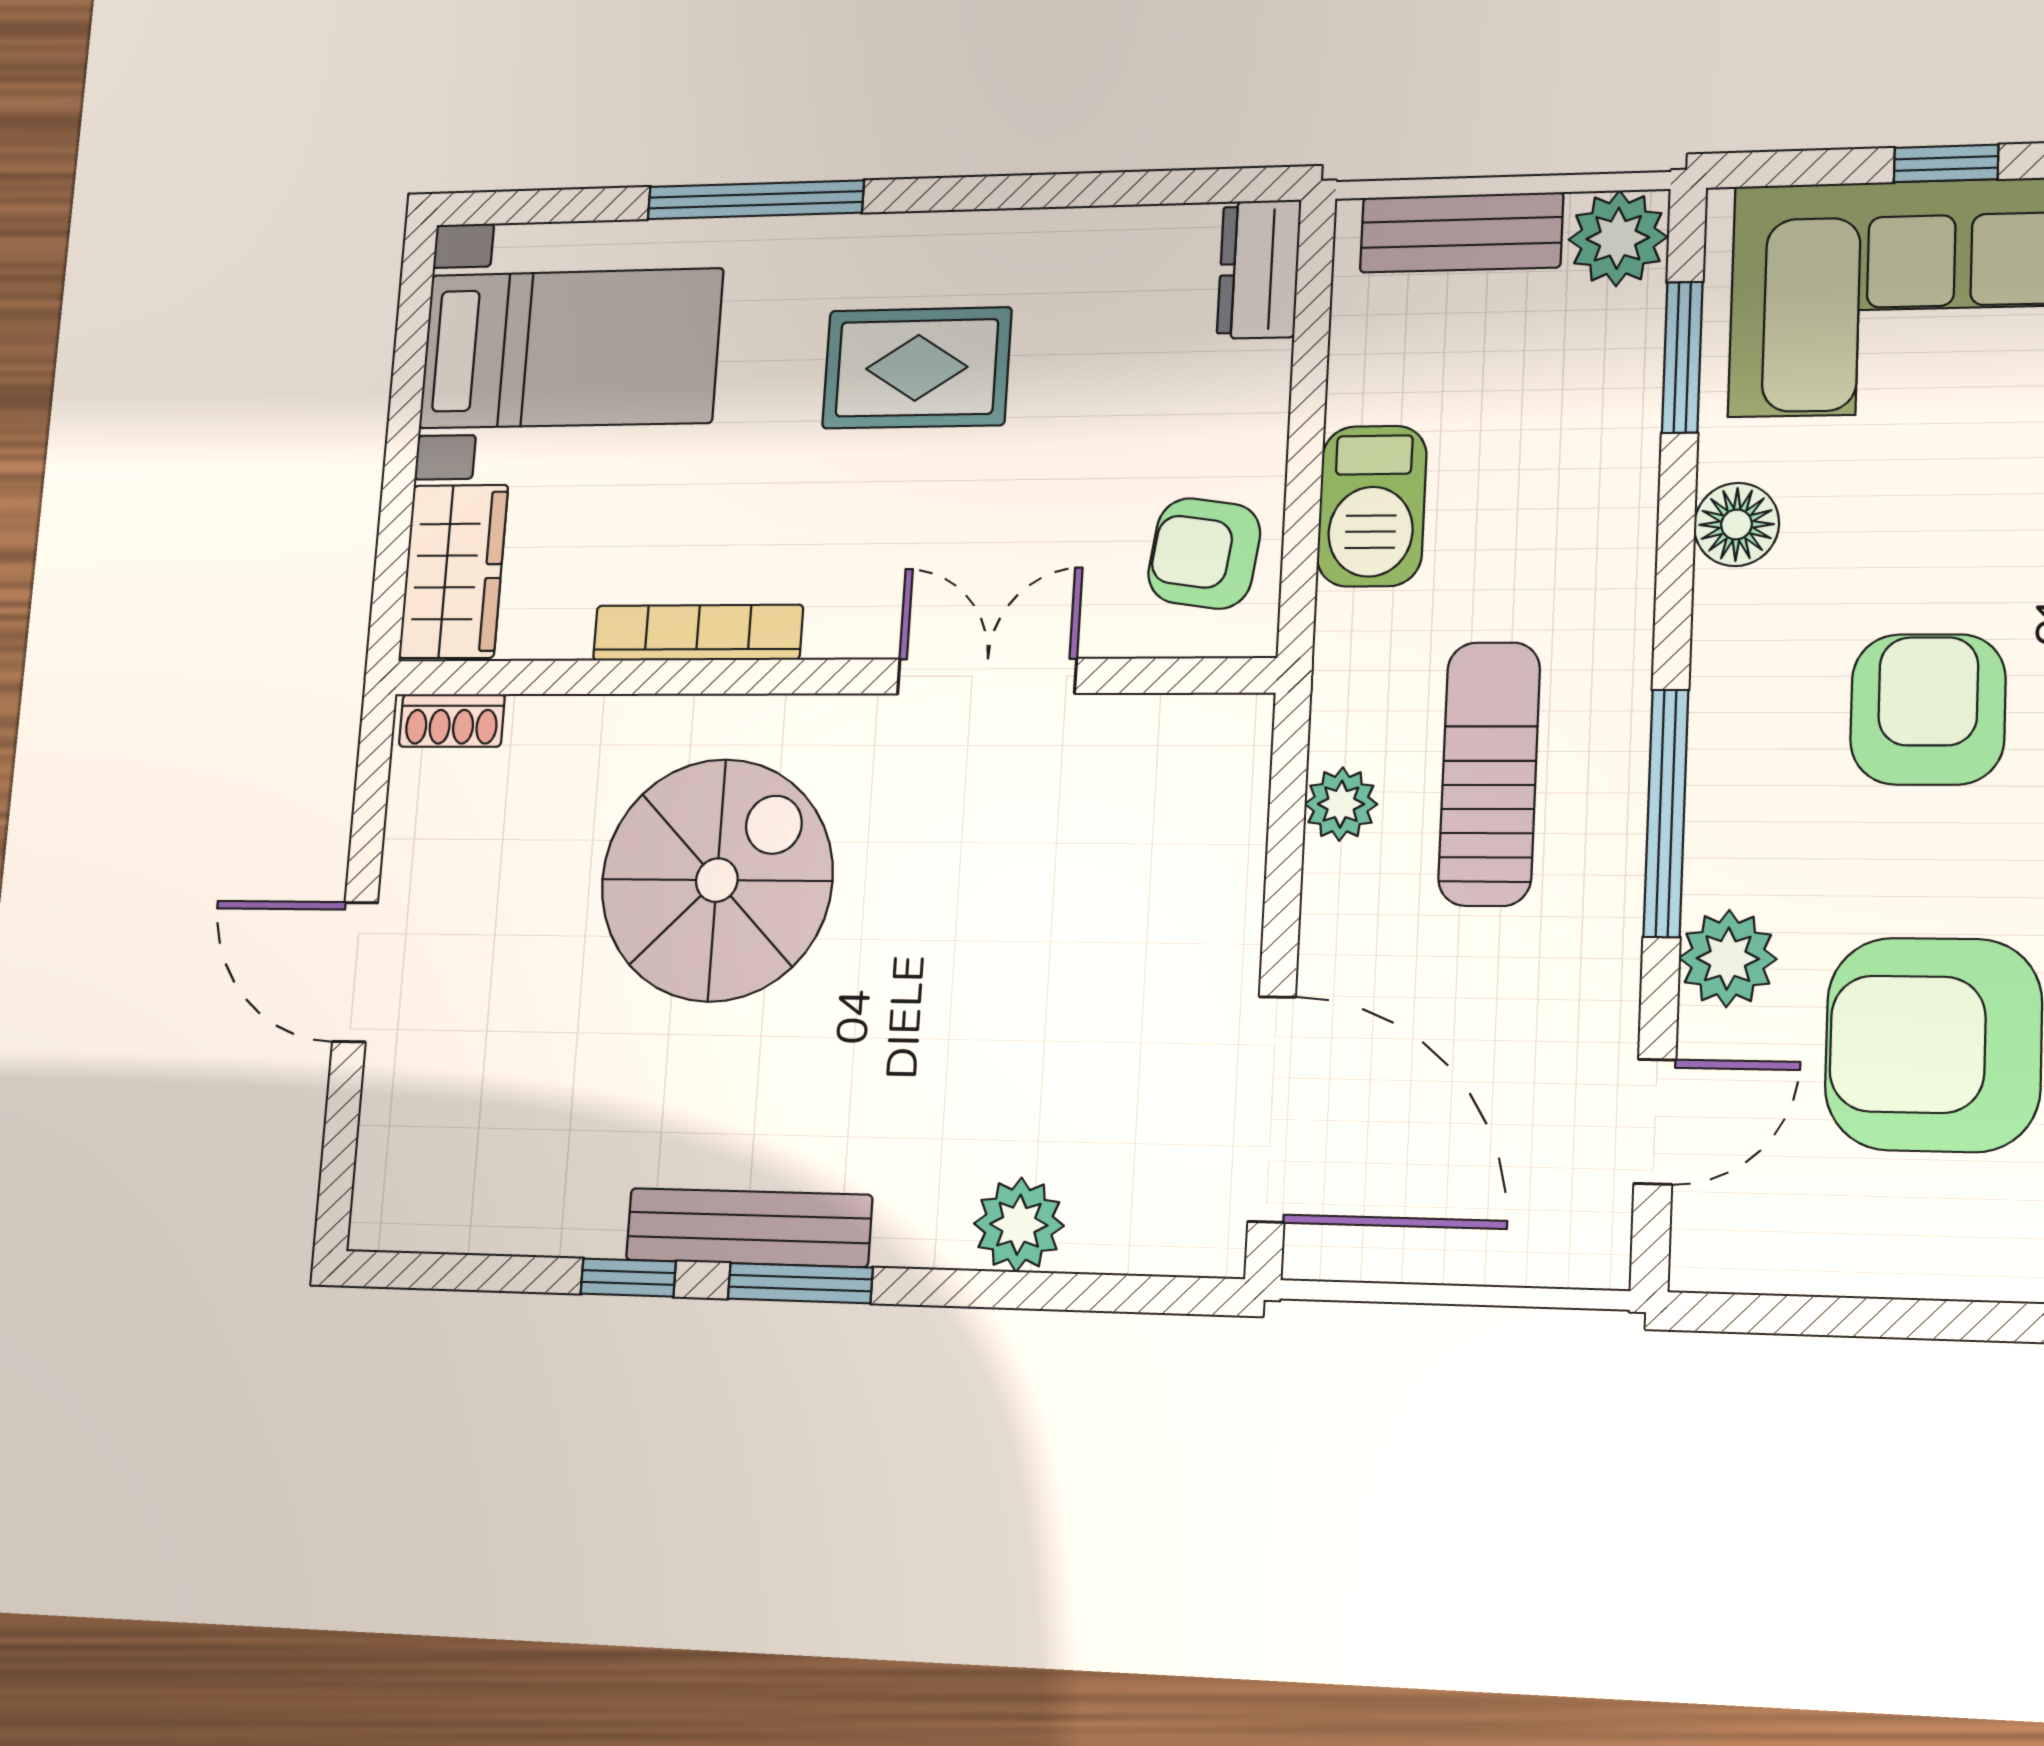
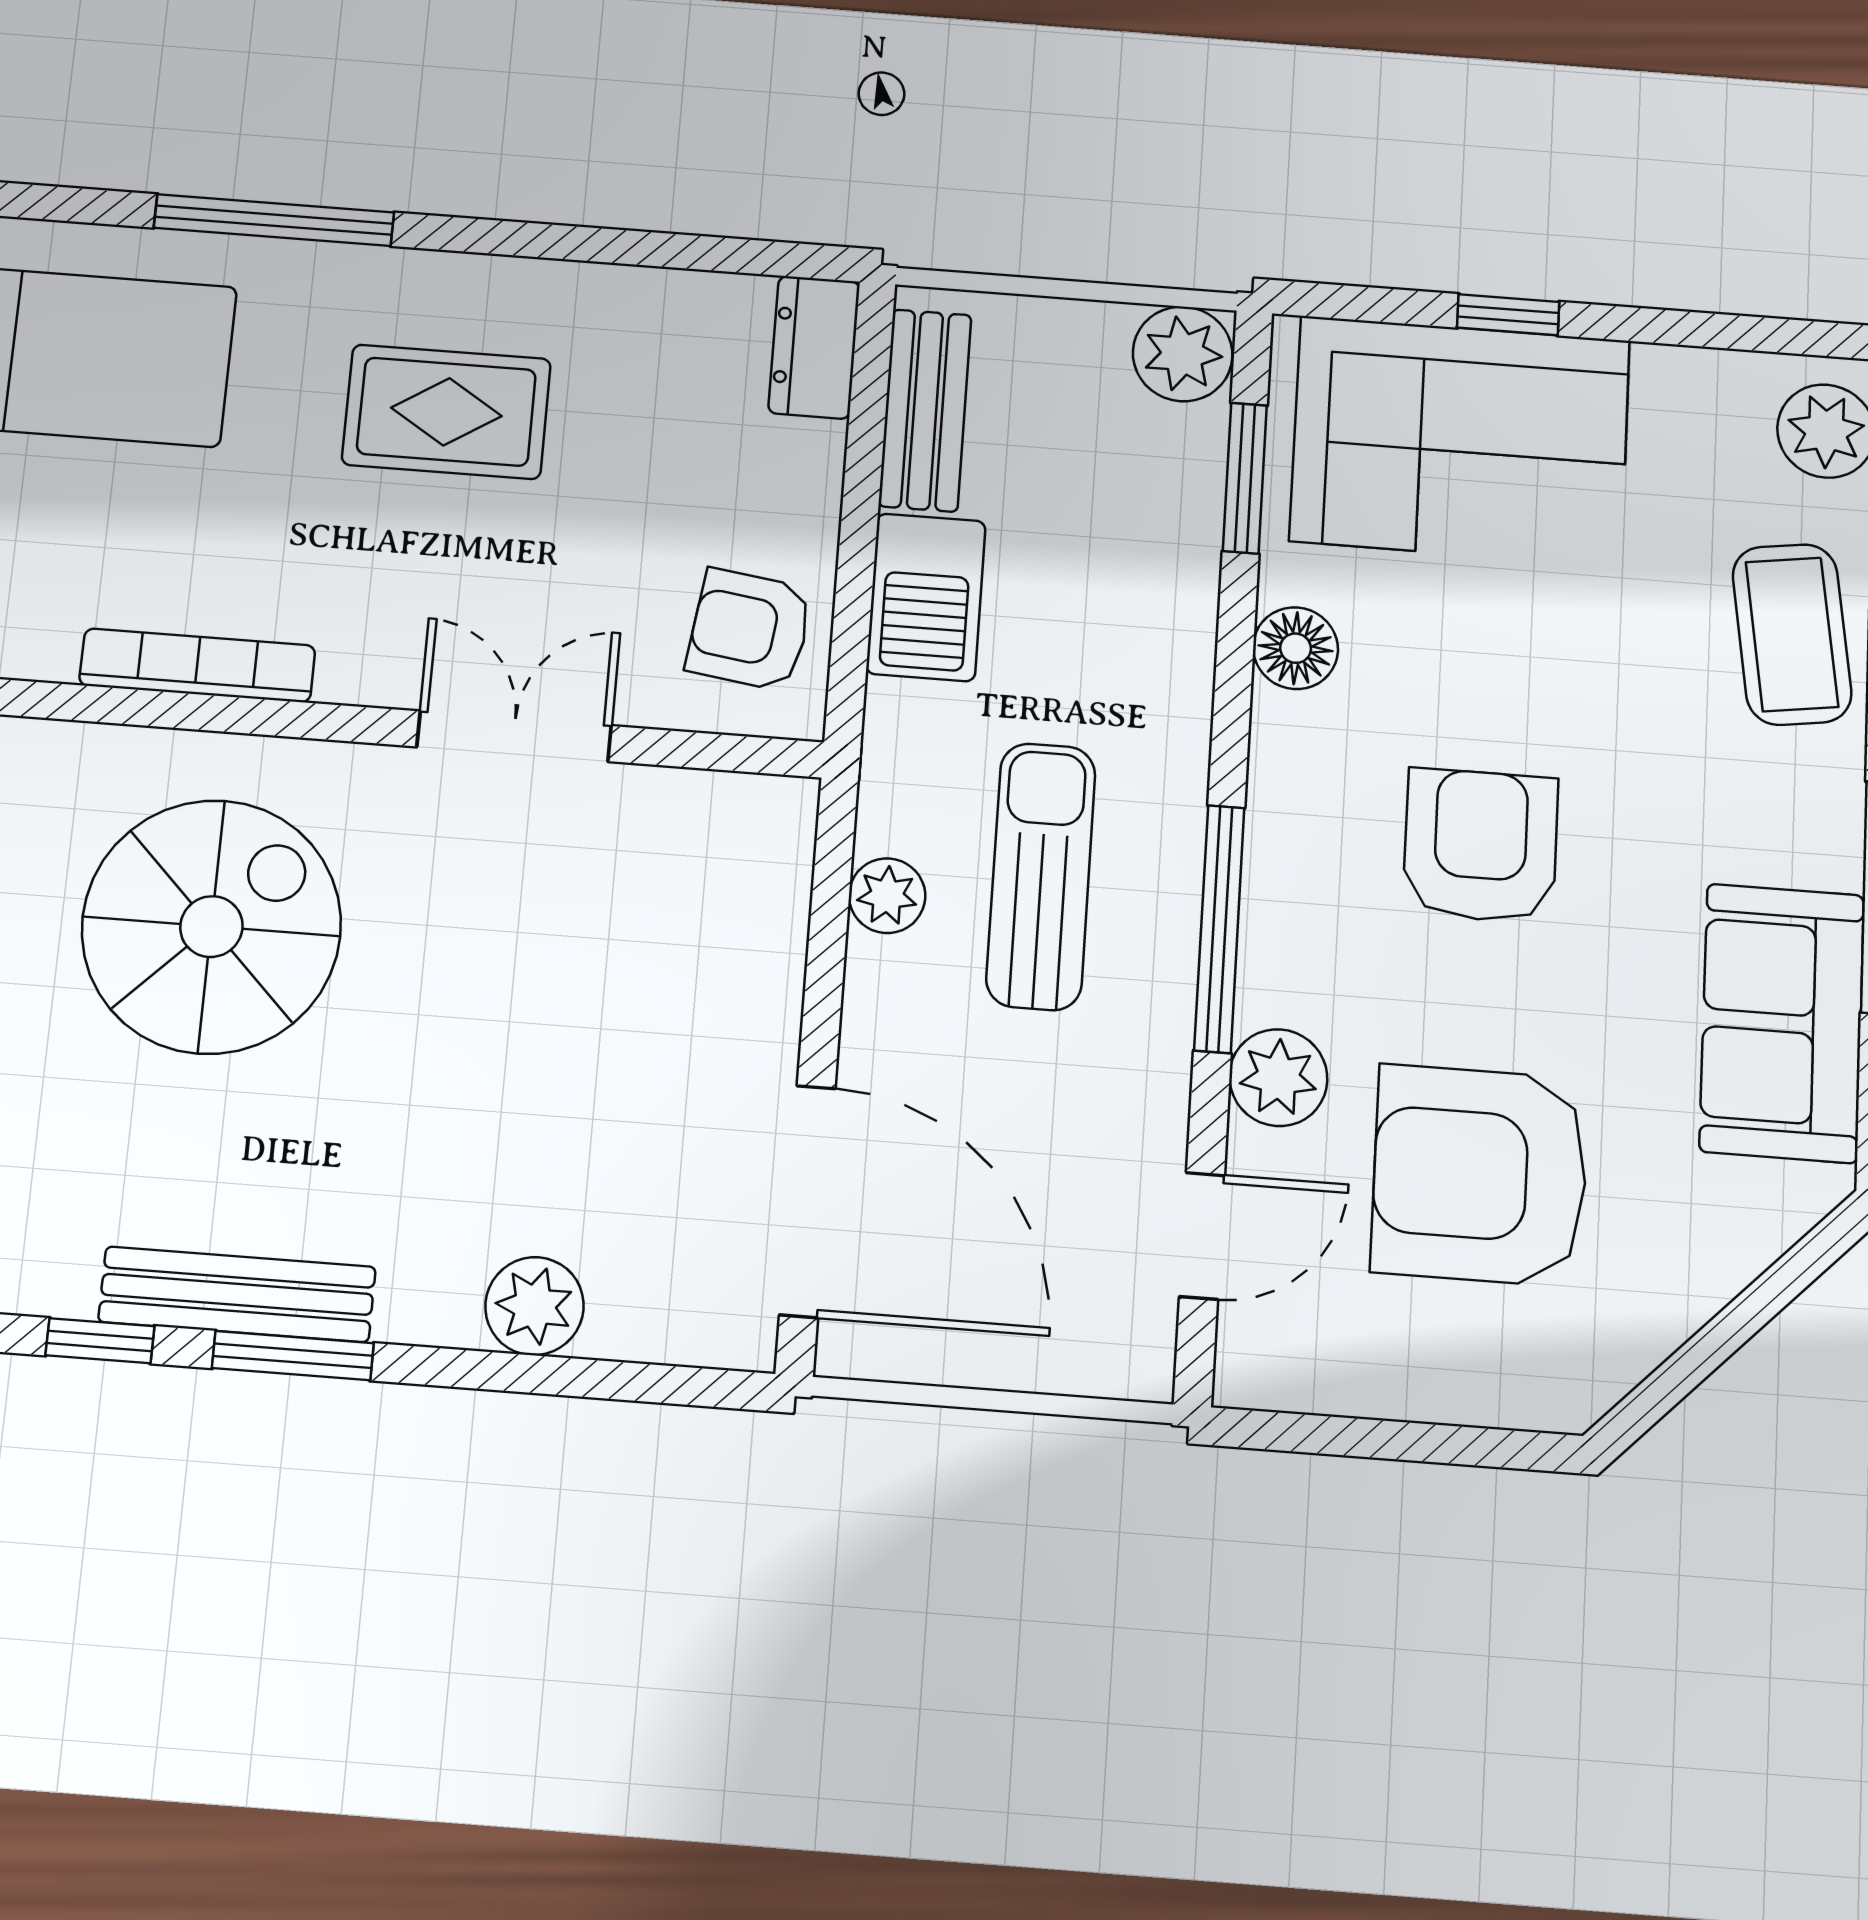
bench: (1461, 232) -> (925, 410), moved, turned 90

